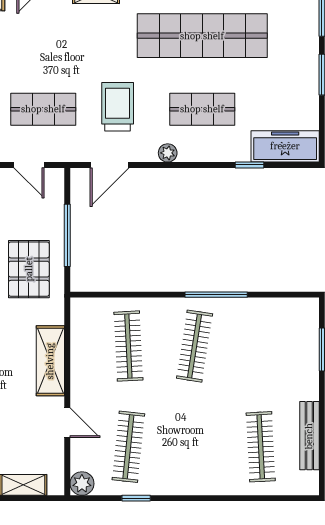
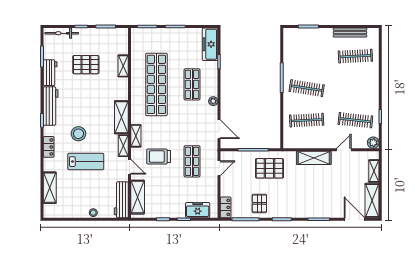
trolley: (118, 107) -> (159, 156), moved

